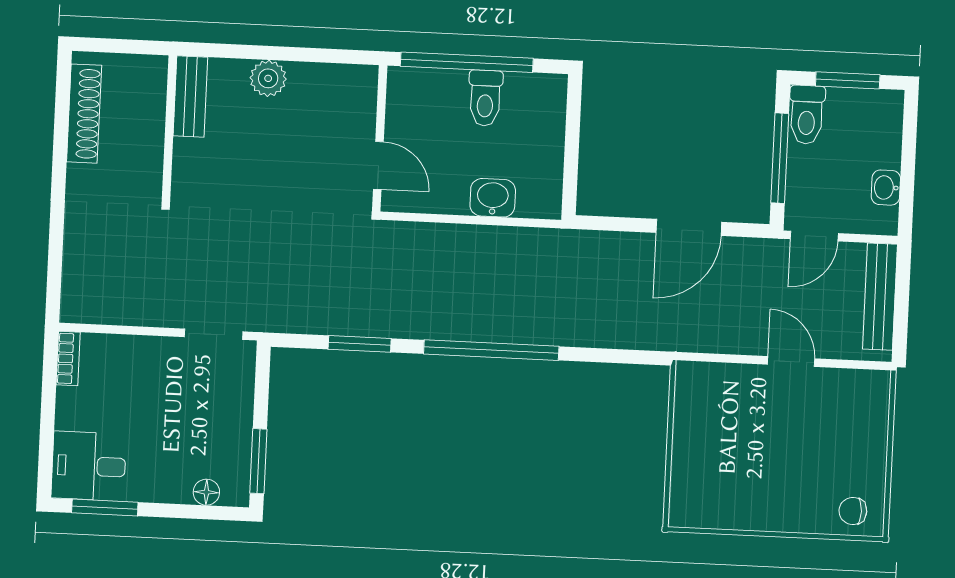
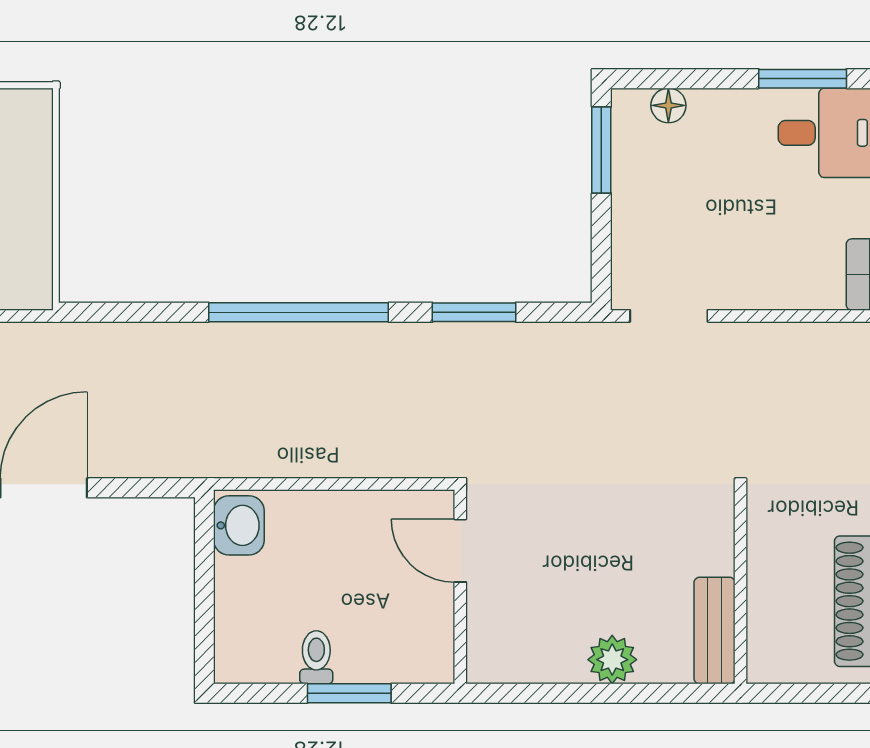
window: (467, 62) -> (349, 693), width x0.47
toilet: (485, 98) -> (316, 657), width x0.73, depth x0.72
washbasin: (493, 198) -> (239, 525), moved, turned -90

